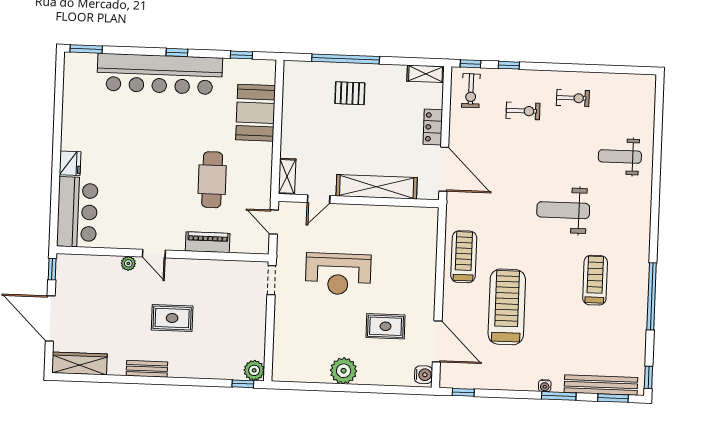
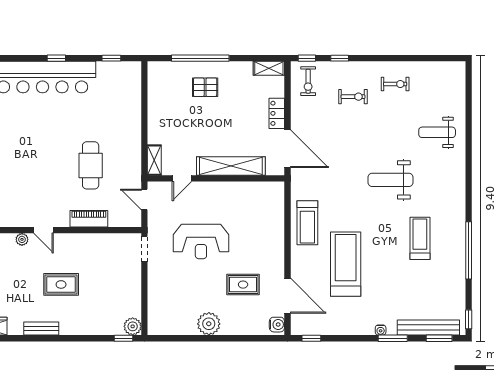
booth: (256, 113) -> (125, 107), removed
treadmill: (464, 257) -> (307, 223), turned 180

